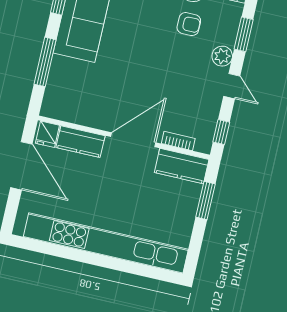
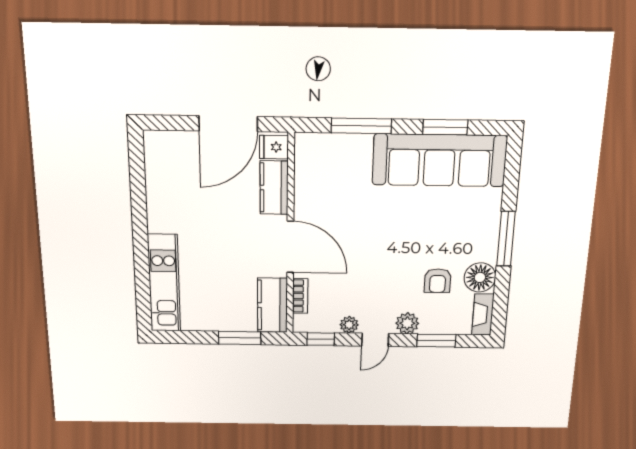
plant: (213, 105) -> (349, 325), added
kitchen unit: (106, 243) -> (164, 283), width x0.54

